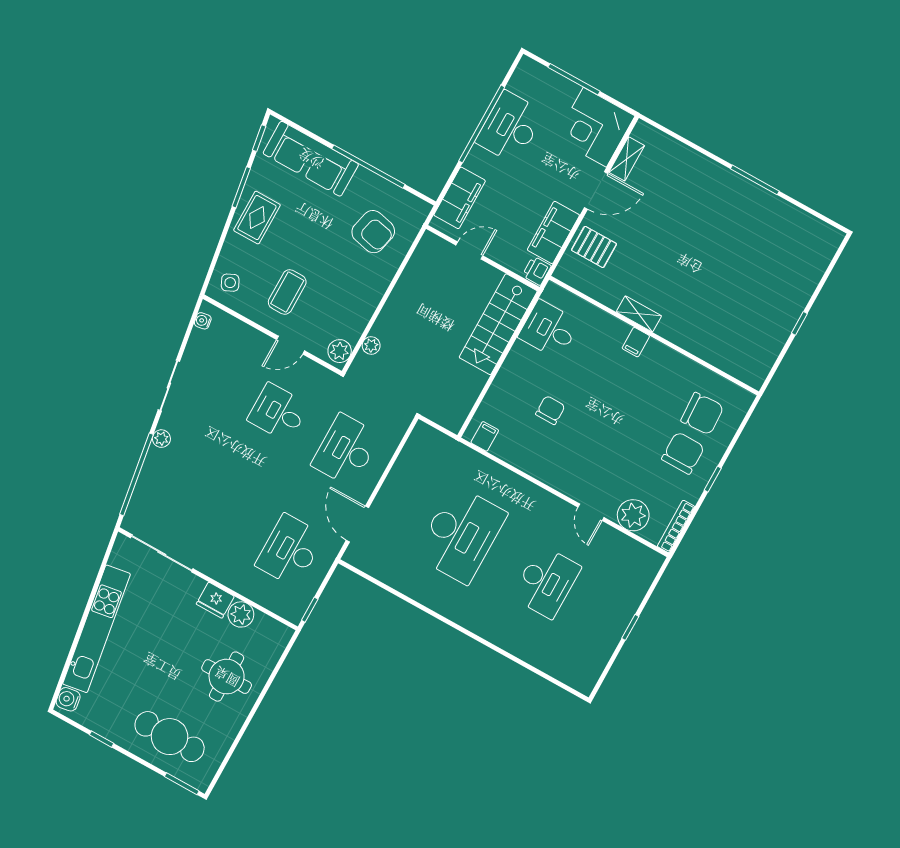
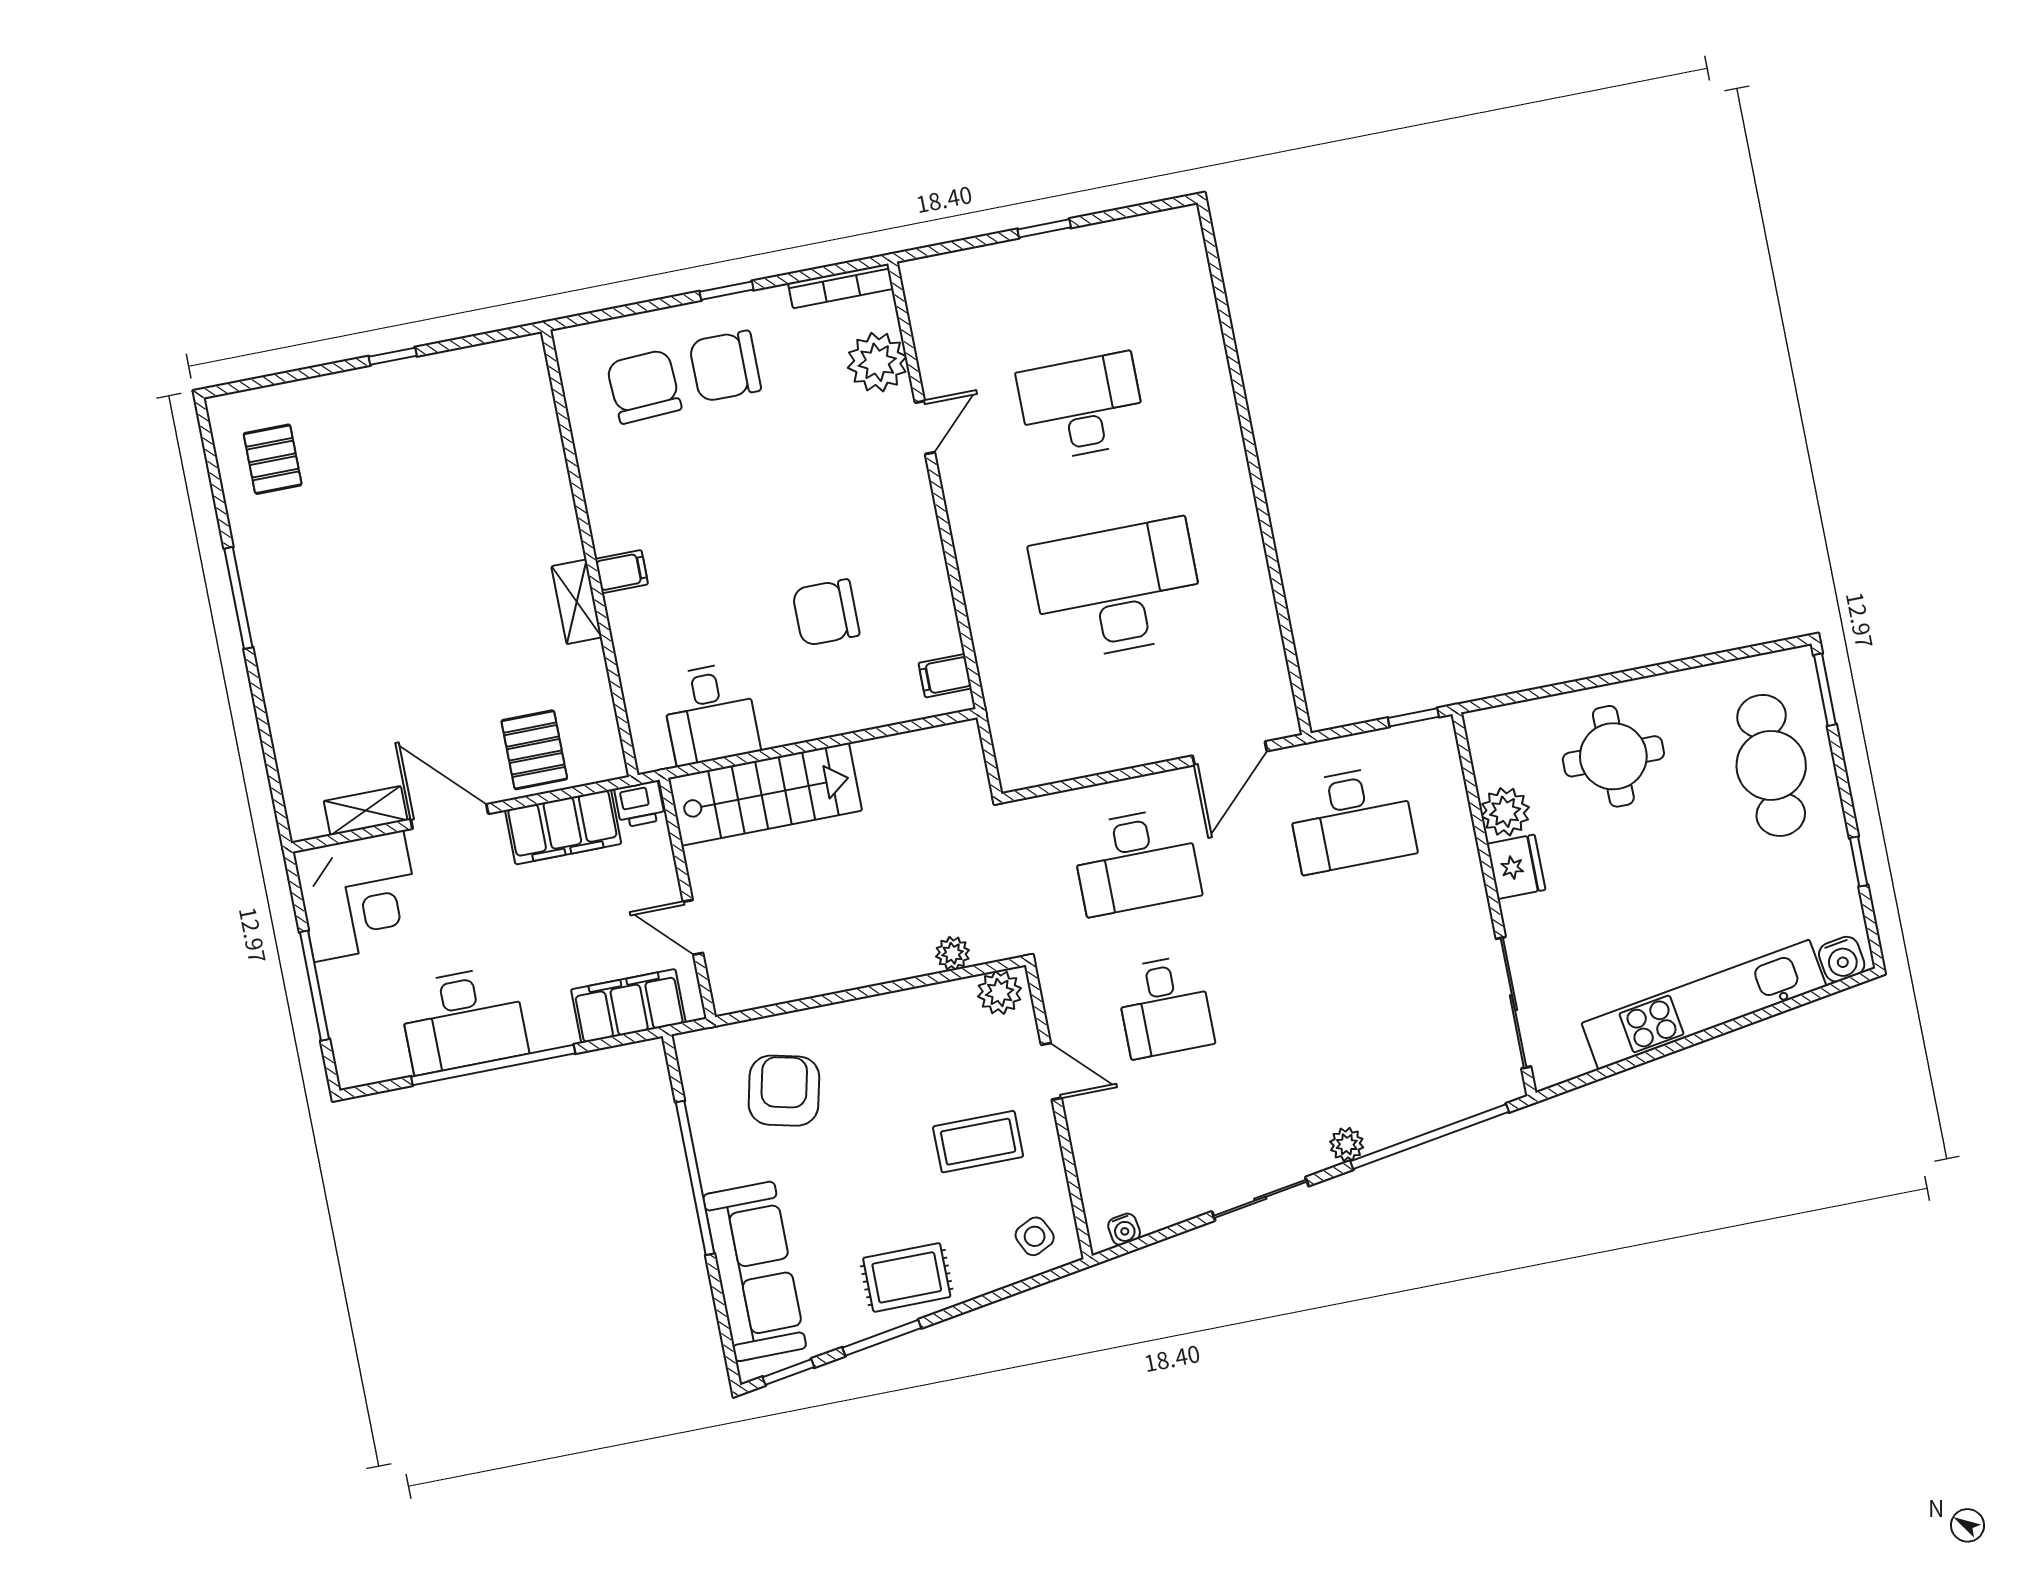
pallet: (799, 241) -> (273, 459), added
chair: (550, 410) -> (826, 613), width x1.37, depth x1.37

